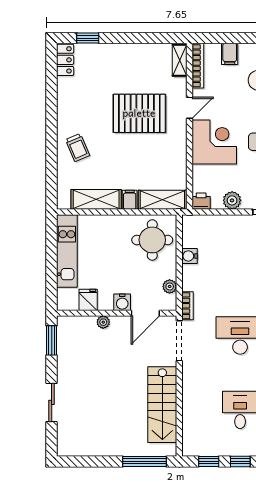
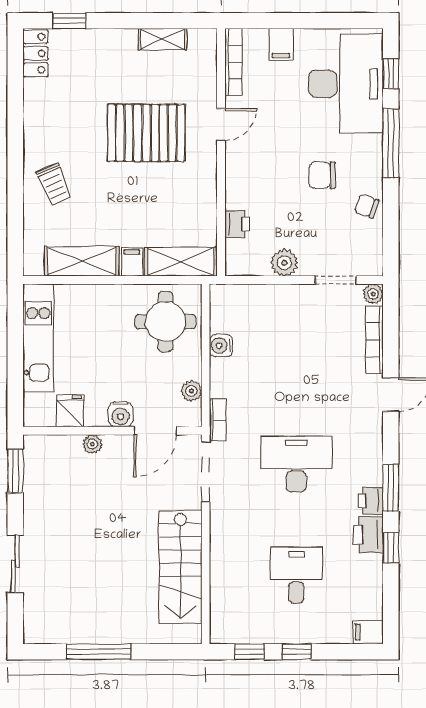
shelving: (180, 60) -> (163, 39), moved, turned 90
corner desk: (214, 142) -> (258, 176), removed
printer: (201, 201) -> (237, 224), moved, turned 90
window: (145, 461) -> (98, 652), moved

